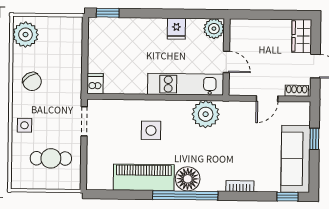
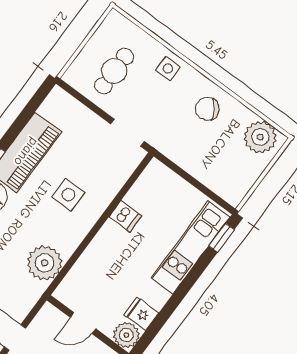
fridge: (176, 29) -> (141, 314), moved
dishwasher: (95, 84) -> (125, 216), moved
kitchen unit: (186, 84) -> (191, 247), moved, turned 180

